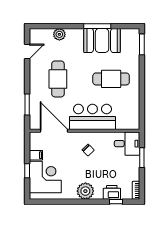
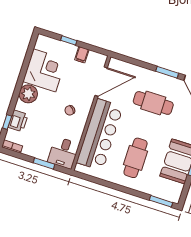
window: (27, 105) -> (167, 72), moved
bar counter: (92, 117) -> (100, 135), width x1.36
corner desk: (45, 177) -> (44, 70), moved, turned -90

